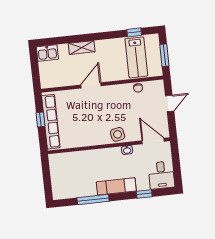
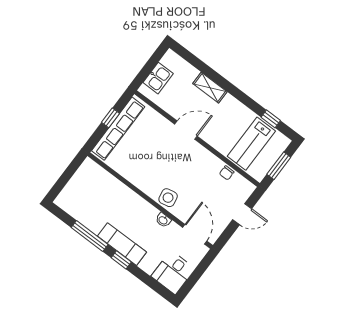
kitchen sink: (47, 53) -> (158, 78), moved, turned -90
window: (144, 194) -> (121, 260), moved

